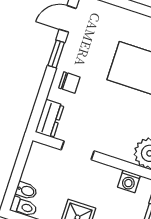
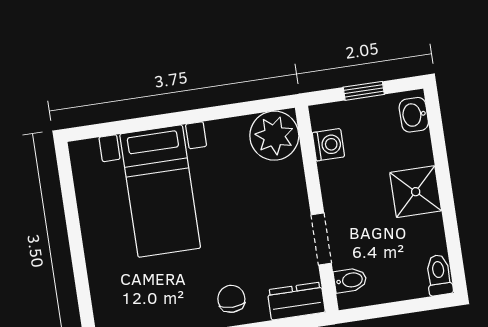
bidet: (26, 191) -> (350, 280), moved, turned 90

